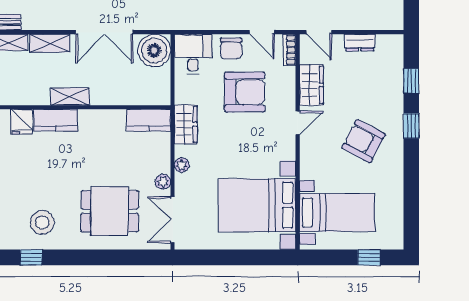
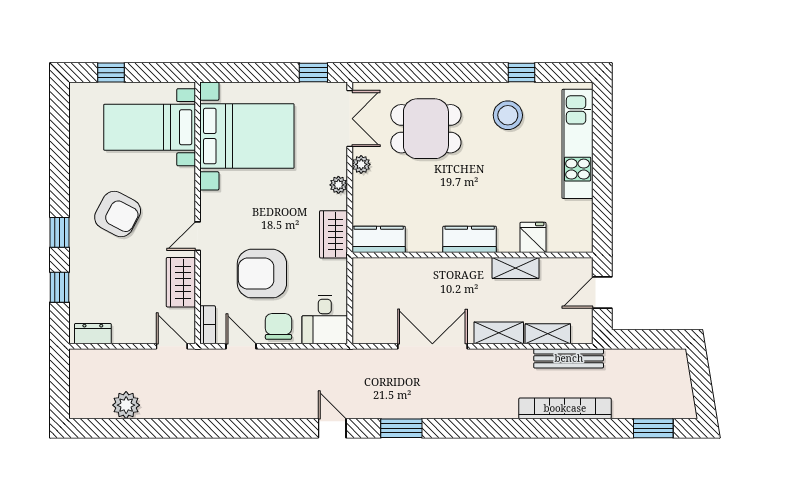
dresser: (360, 43) -> (93, 334), moved
boiler: (154, 50) -> (372, 324), removed
shelving: (70, 97) -> (516, 268), moved
kitchen counter: (56, 120) -> (470, 239), moved
window: (202, 257) -> (313, 73), added

